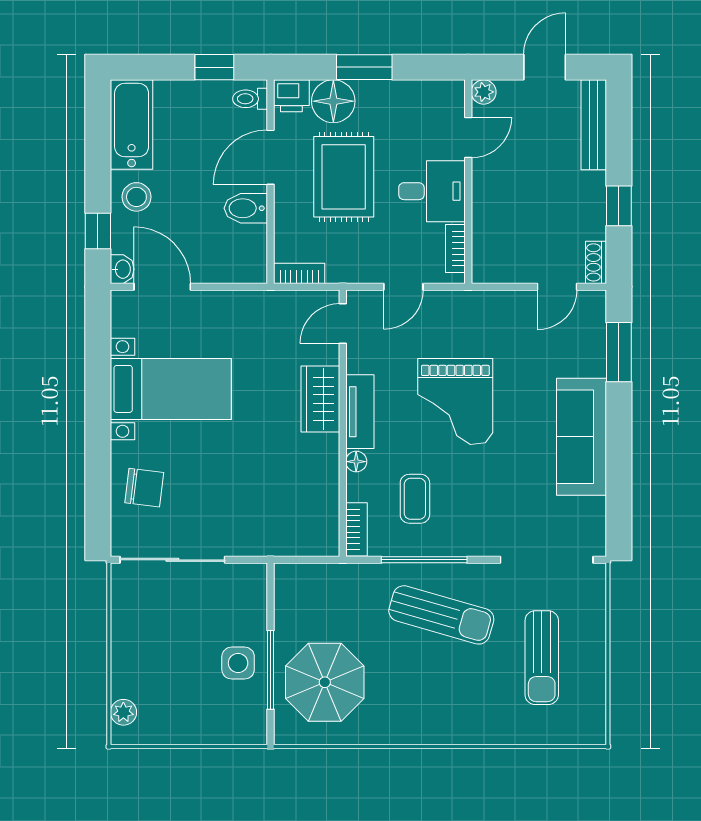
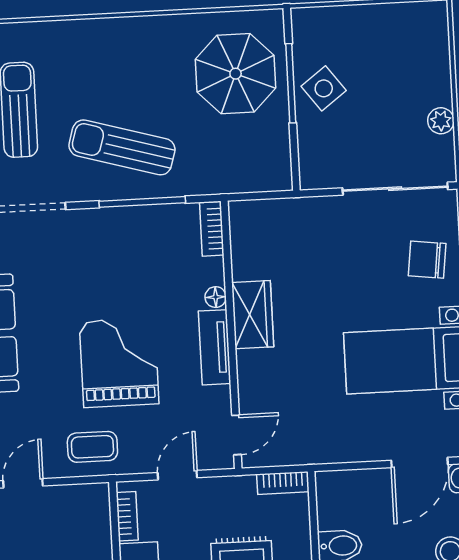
door: (162, 287) -> (420, 462), hinge flipped
wardrobe: (320, 399) -> (253, 315), moved
coffee table: (415, 499) -> (92, 447), moved, turned 90
side table: (238, 663) -> (324, 88), turned -37
plant: (123, 712) -> (441, 121), moved

